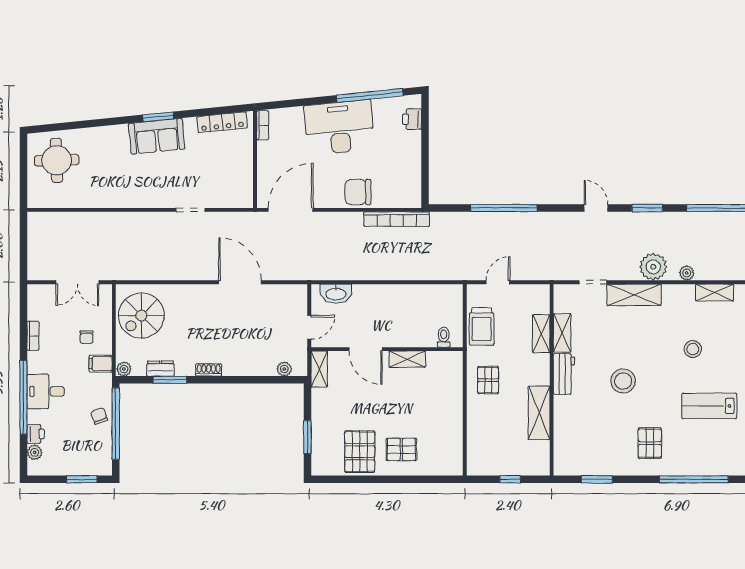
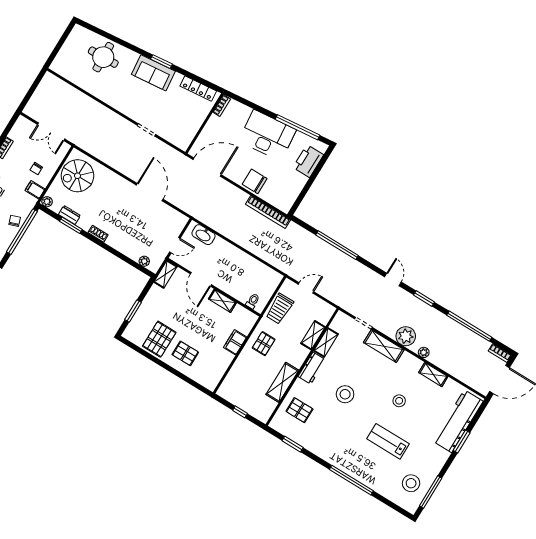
printer: (412, 119) -> (308, 161), width x1.87, depth x1.48
round table: (57, 160) -> (103, 57), moved
filing cabinet: (453, 400) -> (235, 342), added
pallet: (650, 443) -> (299, 410), moved, turned 90

